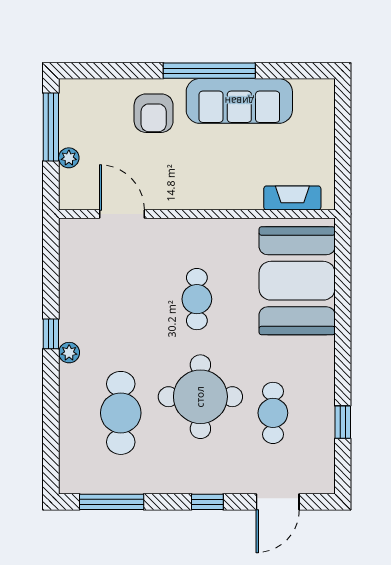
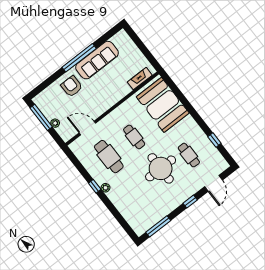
armchair: (154, 113) -> (72, 86), turned 180
cafe table: (121, 413) -> (109, 157), moved

